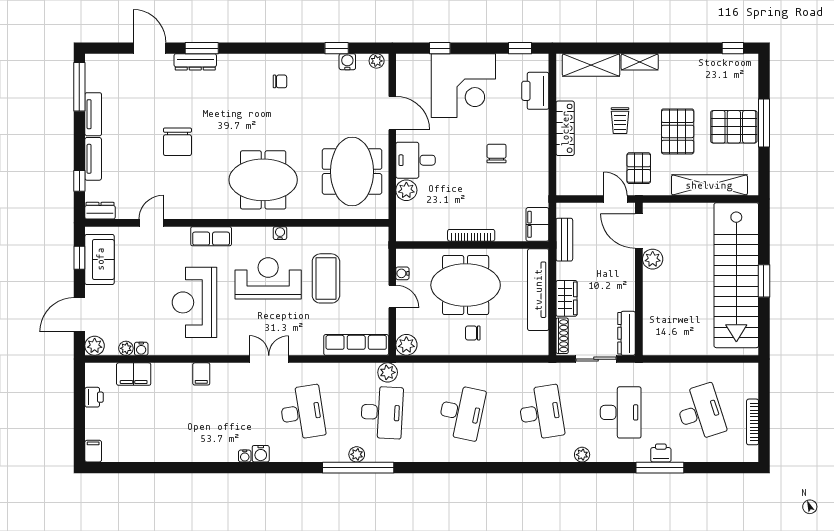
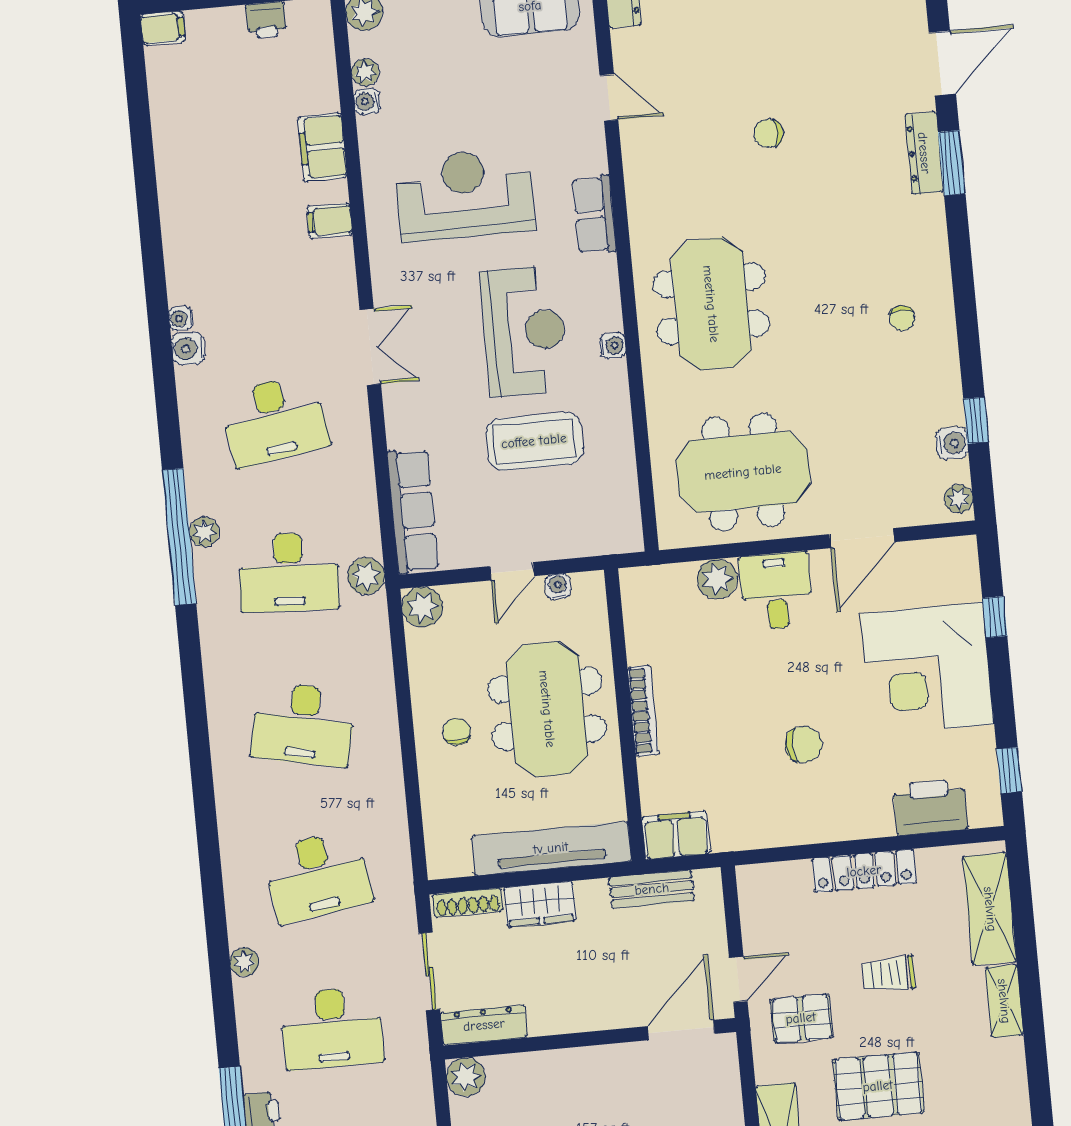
chair: (177, 142) -> (768, 133), width x0.54, depth x0.54
plant: (653, 259) -> (466, 1077), moved
filing cabinet: (134, 374) -> (322, 147), moved

